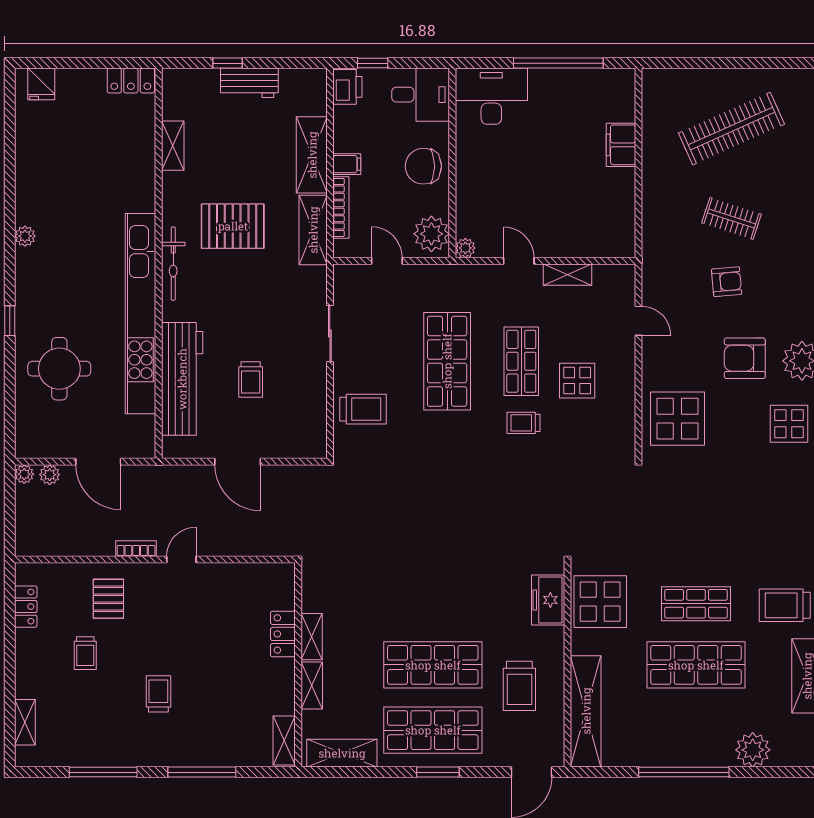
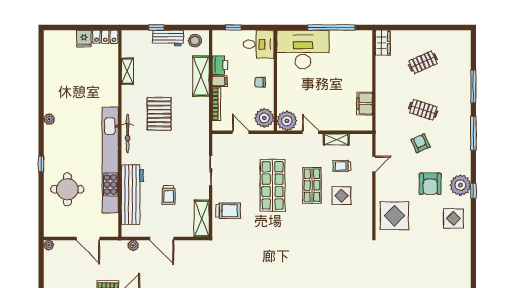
fridge: (41, 84) -> (84, 39), moved
printer: (347, 87) -> (220, 65), moved
stool: (300, 88) -> (195, 41), added
wardrobe: (655, 92) -> (383, 43), added
desk: (491, 96) -> (303, 50), width x1.36, depth x1.30
clothes rail: (731, 129) -> (423, 62), width x0.54, depth x0.76
filing cabinet: (621, 145) -> (365, 104), moved
chair: (423, 166) -> (260, 82), width x0.54, depth x0.54
pallet: (233, 226) -> (159, 114), turned 90
shelving: (313, 230) -> (202, 218), moved
plant: (465, 248) -> (287, 121), width x1.88, depth x1.88
armchair: (727, 282) -> (421, 143), turned -109
door: (638, 321) -> (374, 164), hinge flipped
armchair: (745, 358) -> (430, 184), turned -90
trolley: (523, 423) -> (342, 166), moved
plant: (50, 475) -> (133, 245), moved

